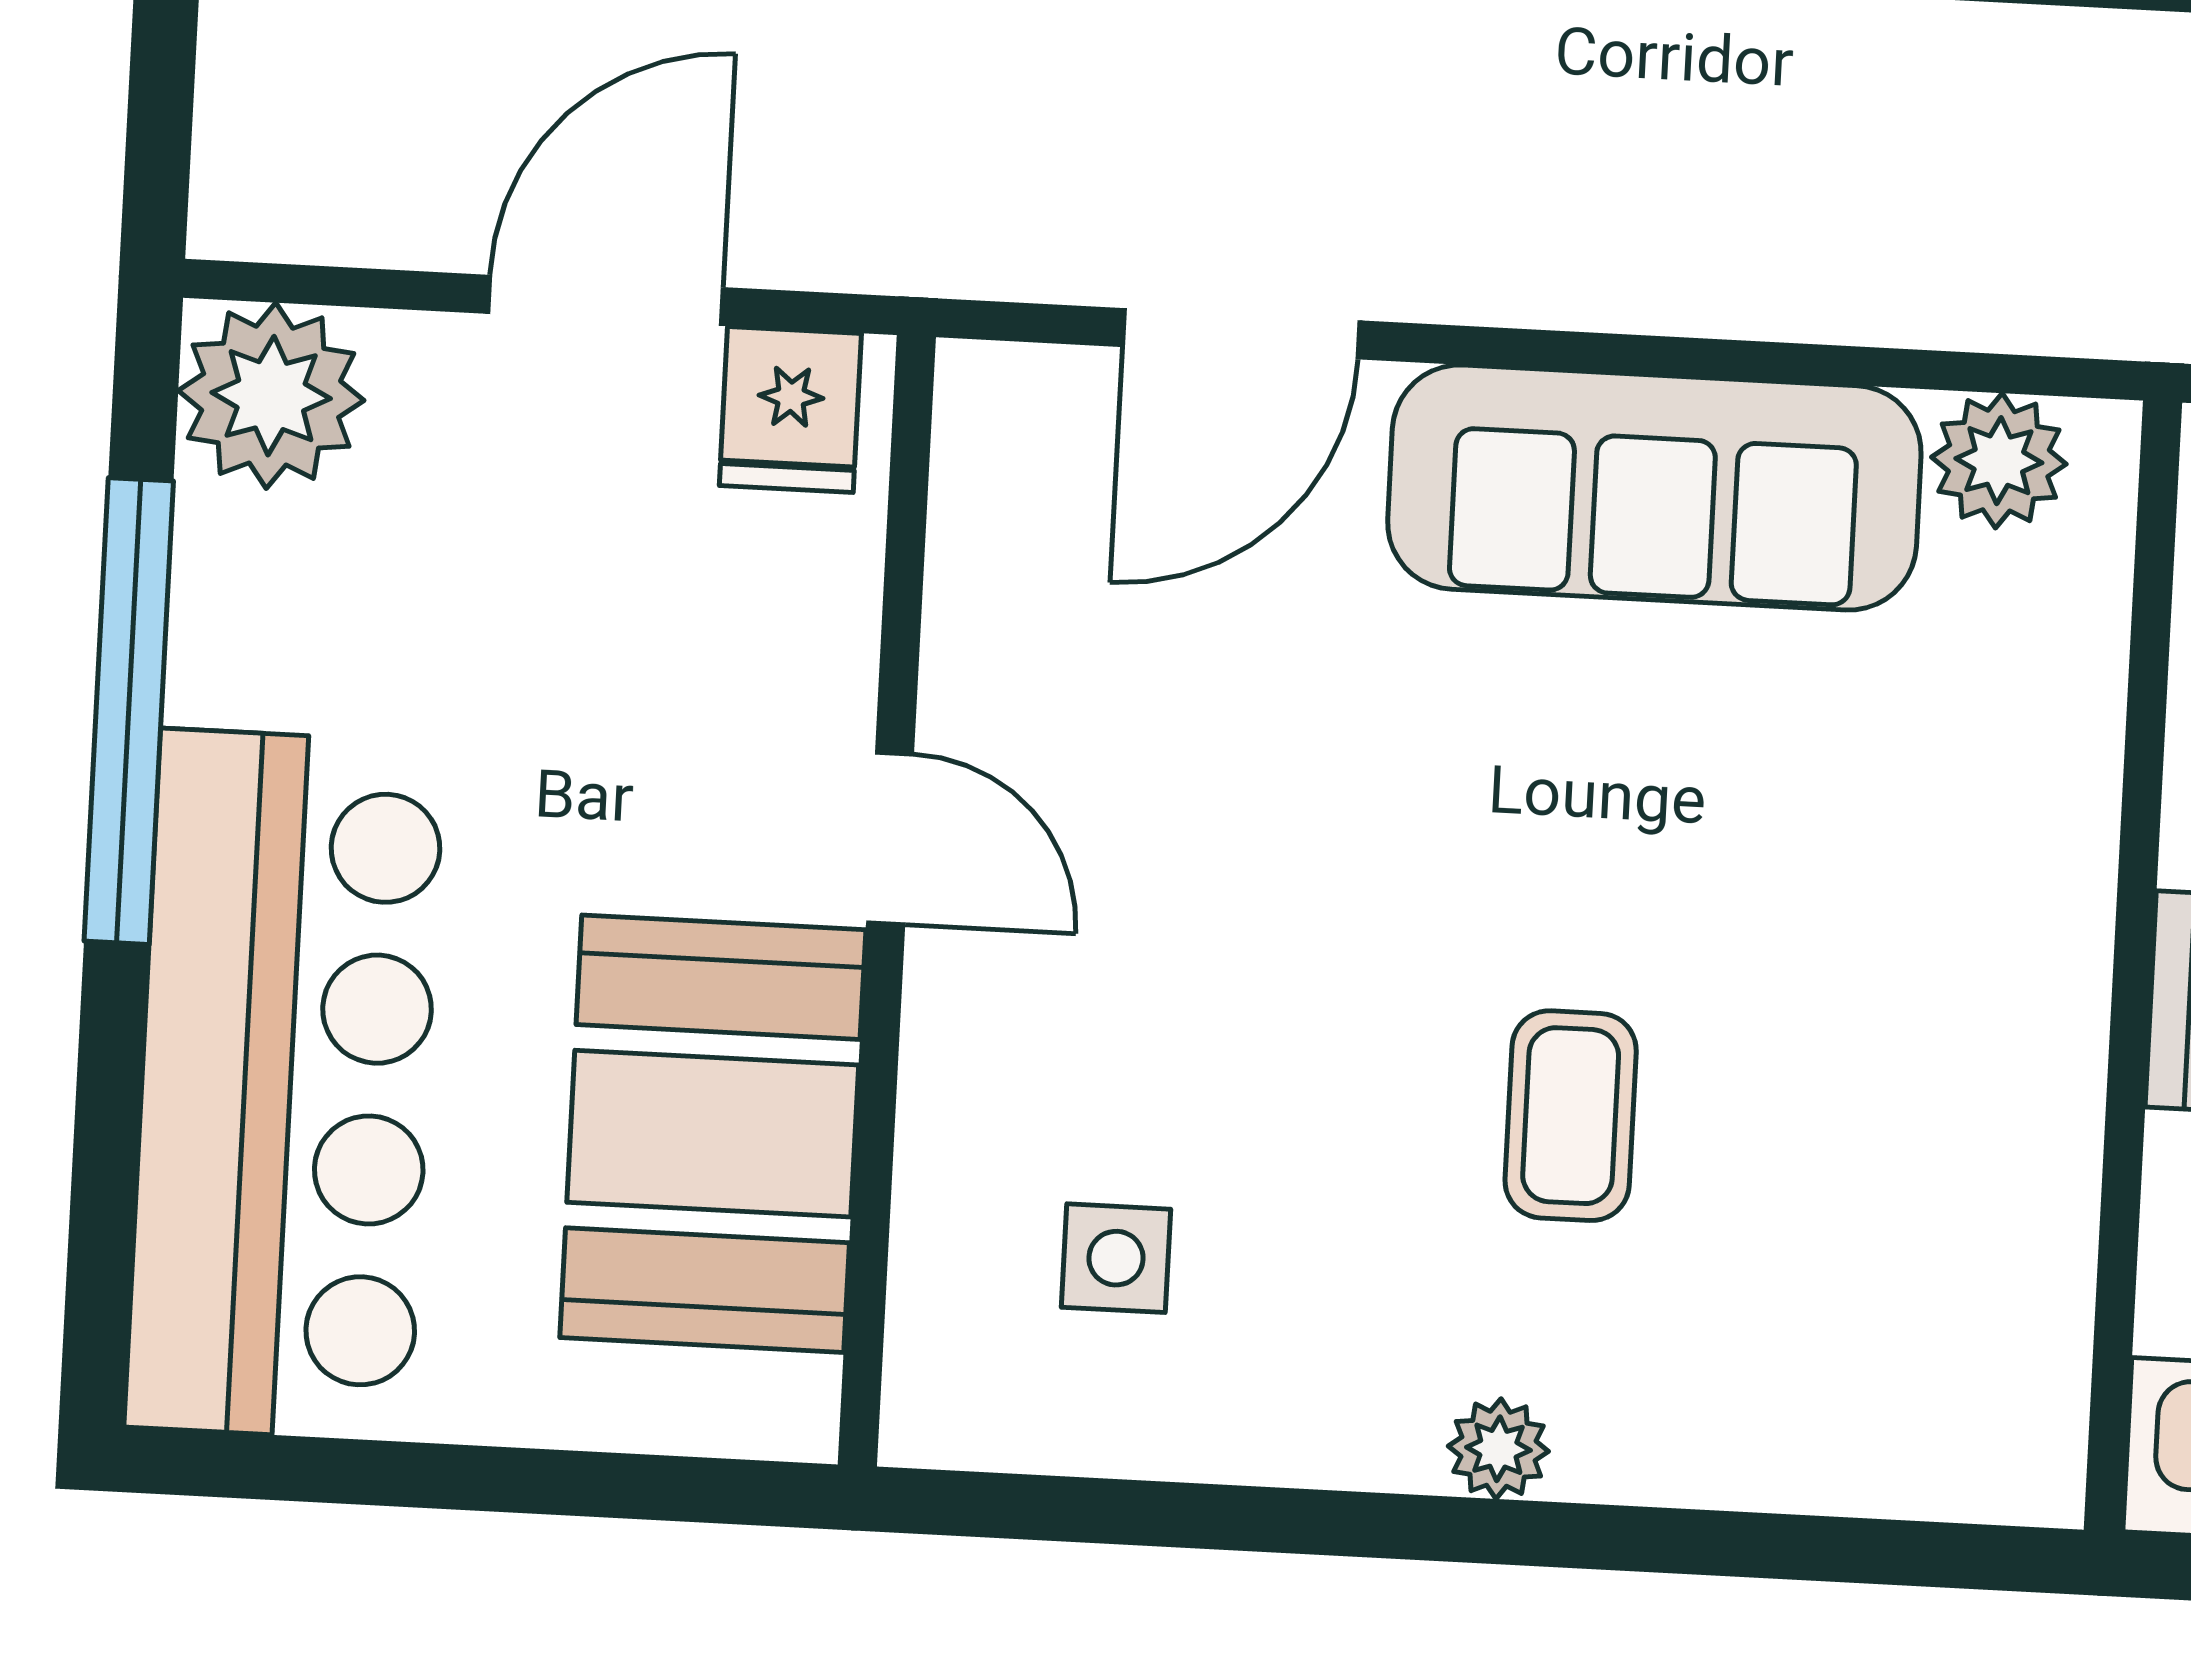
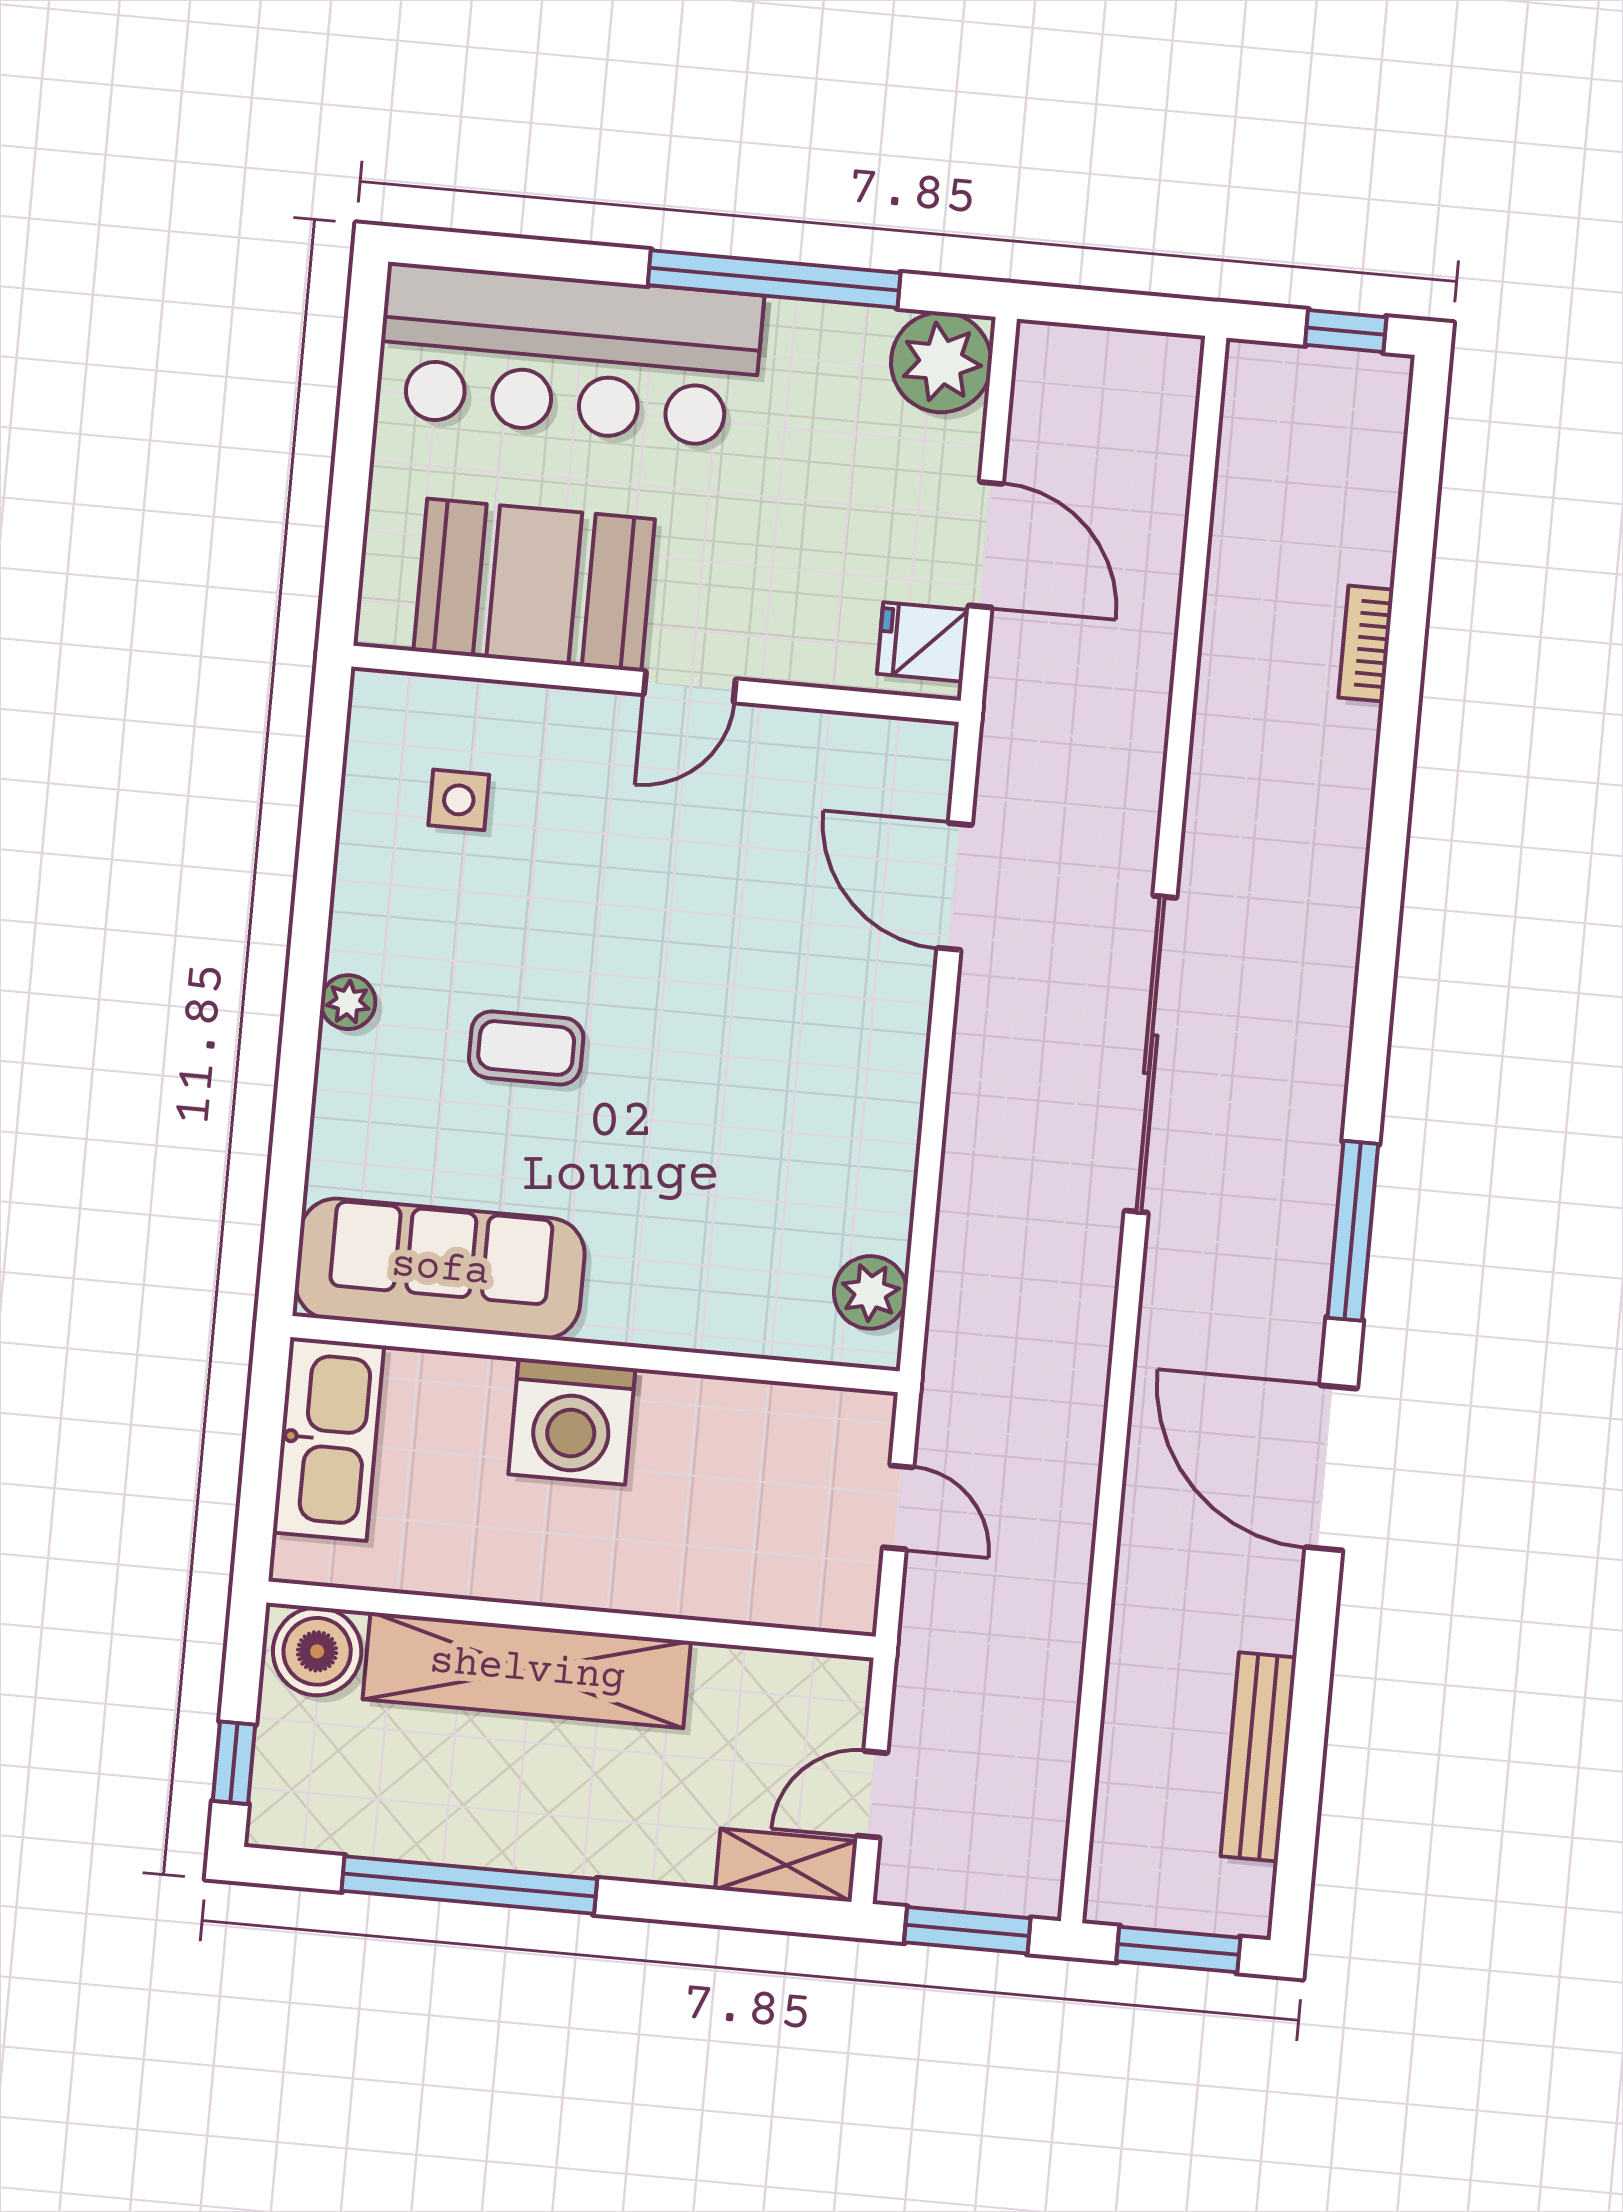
sofa: (1654, 488) -> (440, 1269), moved, turned 90

